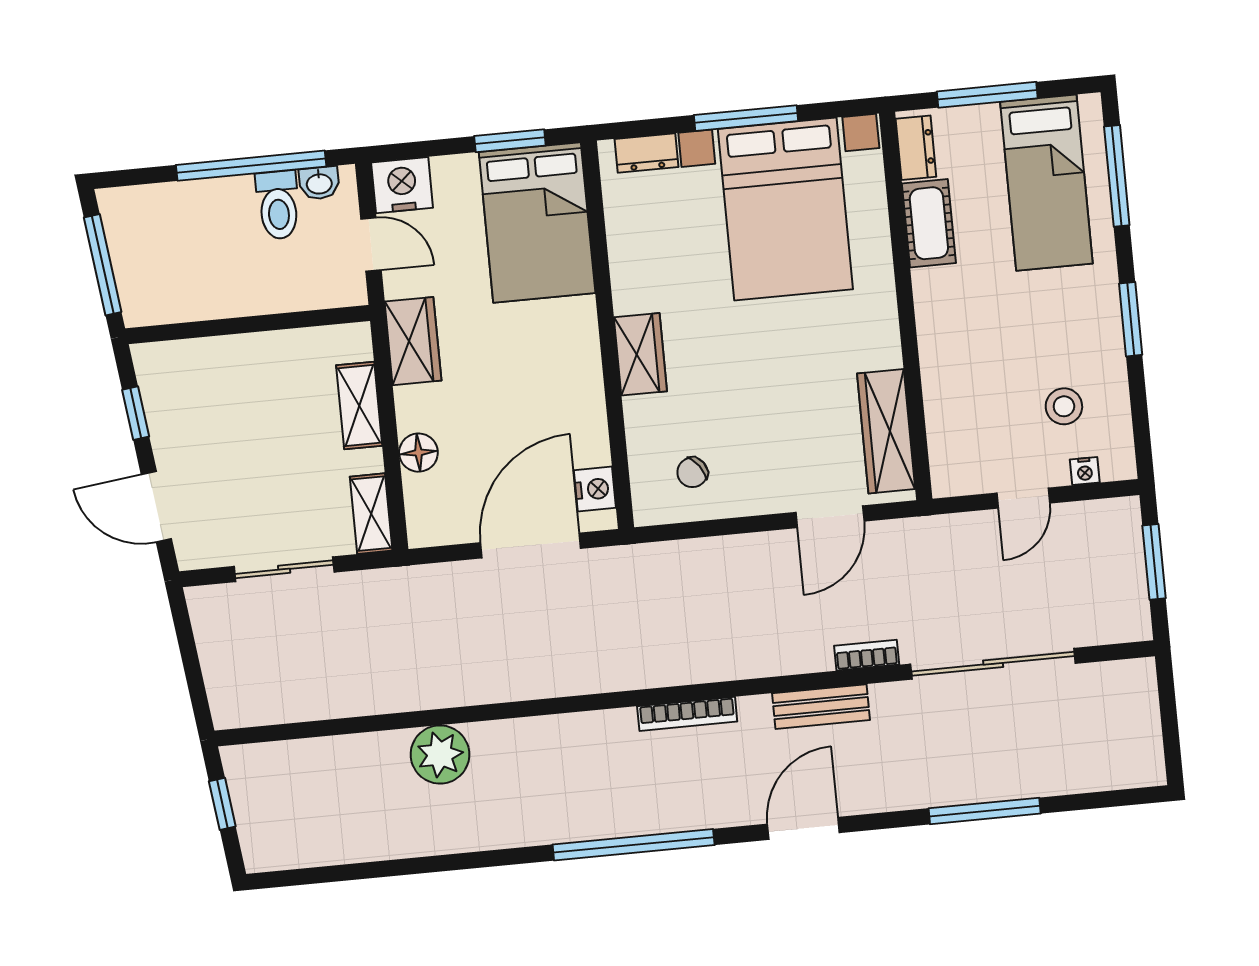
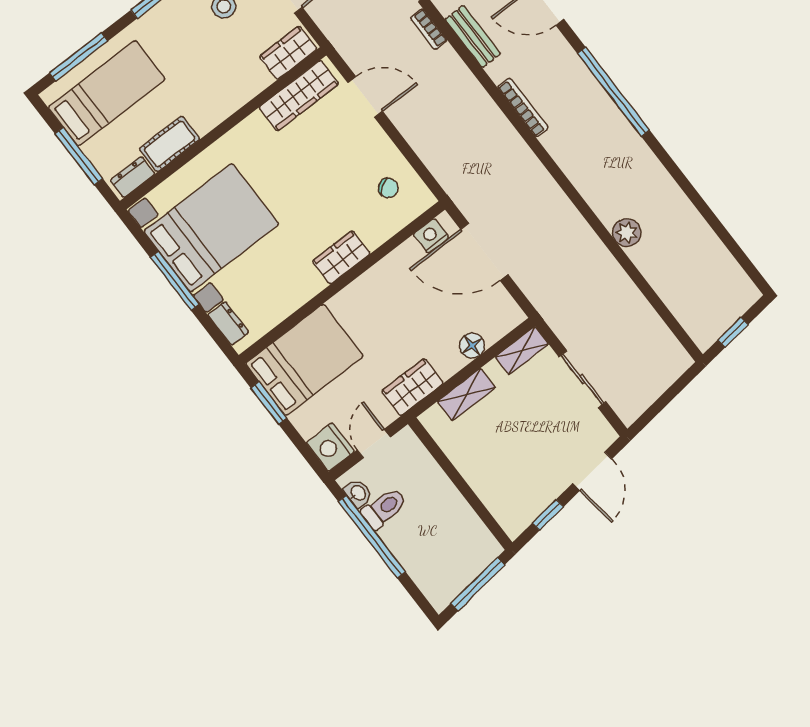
wardrobe: (951, 452) -> (288, 53), added
plant: (440, 754) -> (627, 233), width x0.73, depth x0.73

